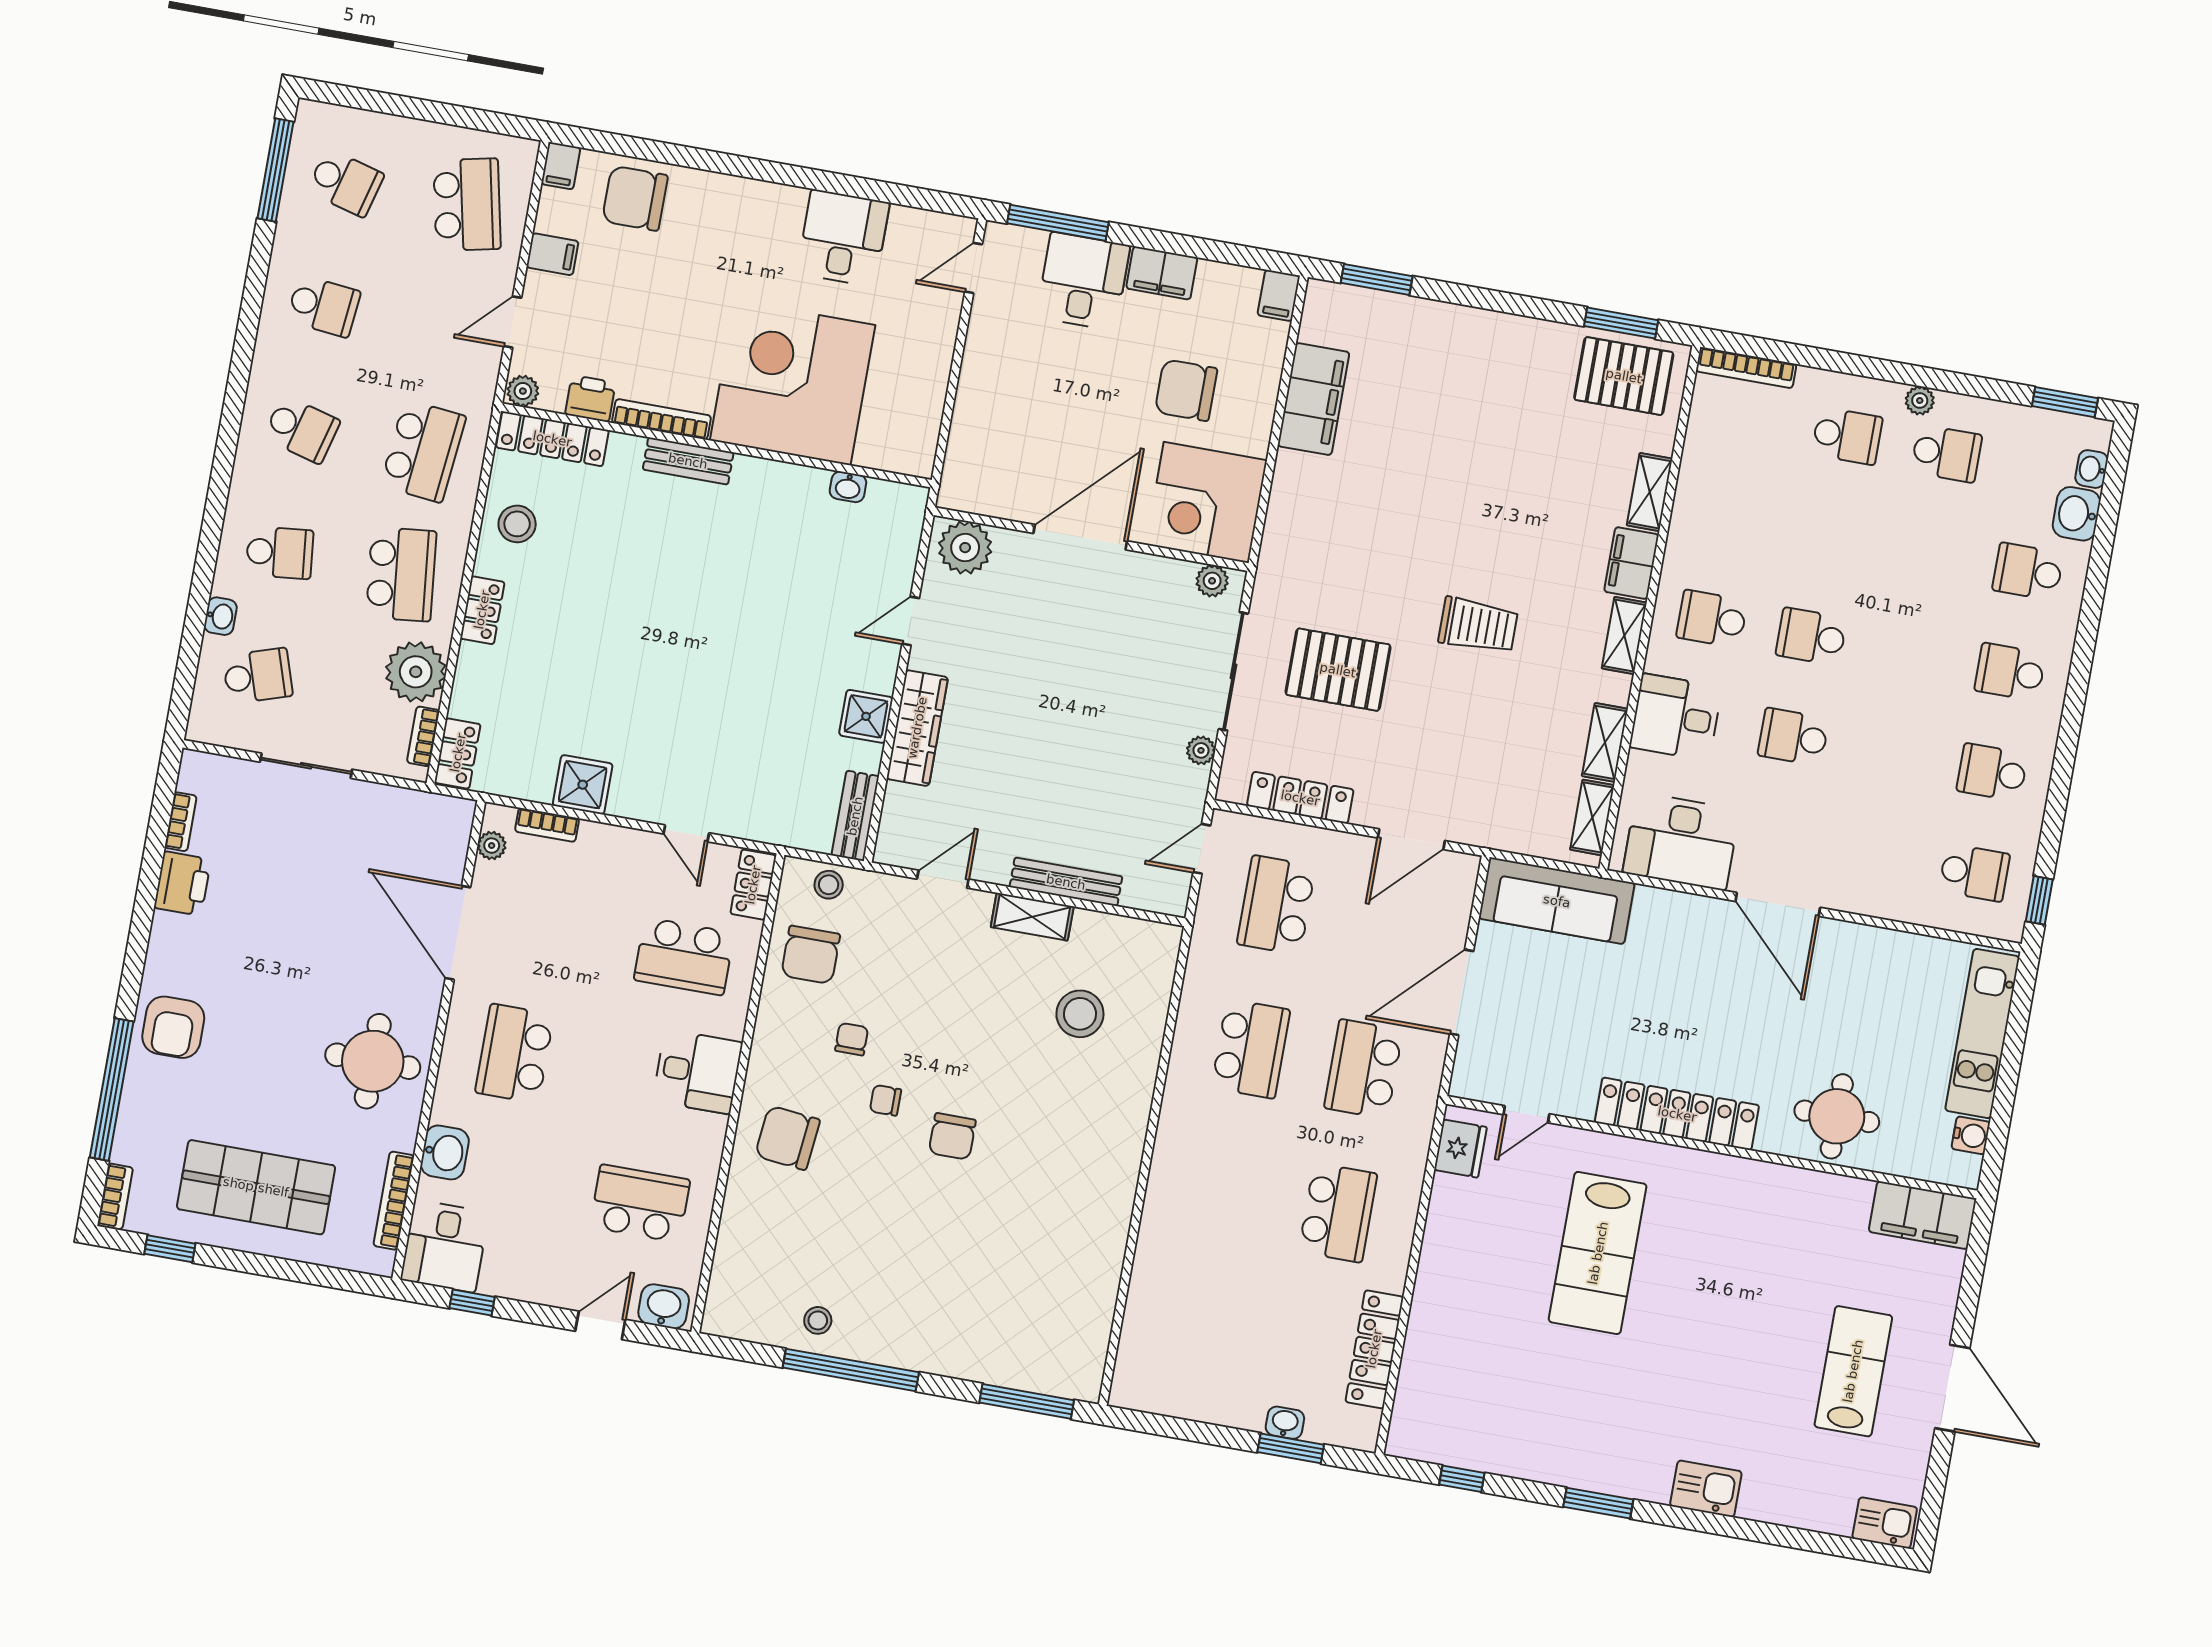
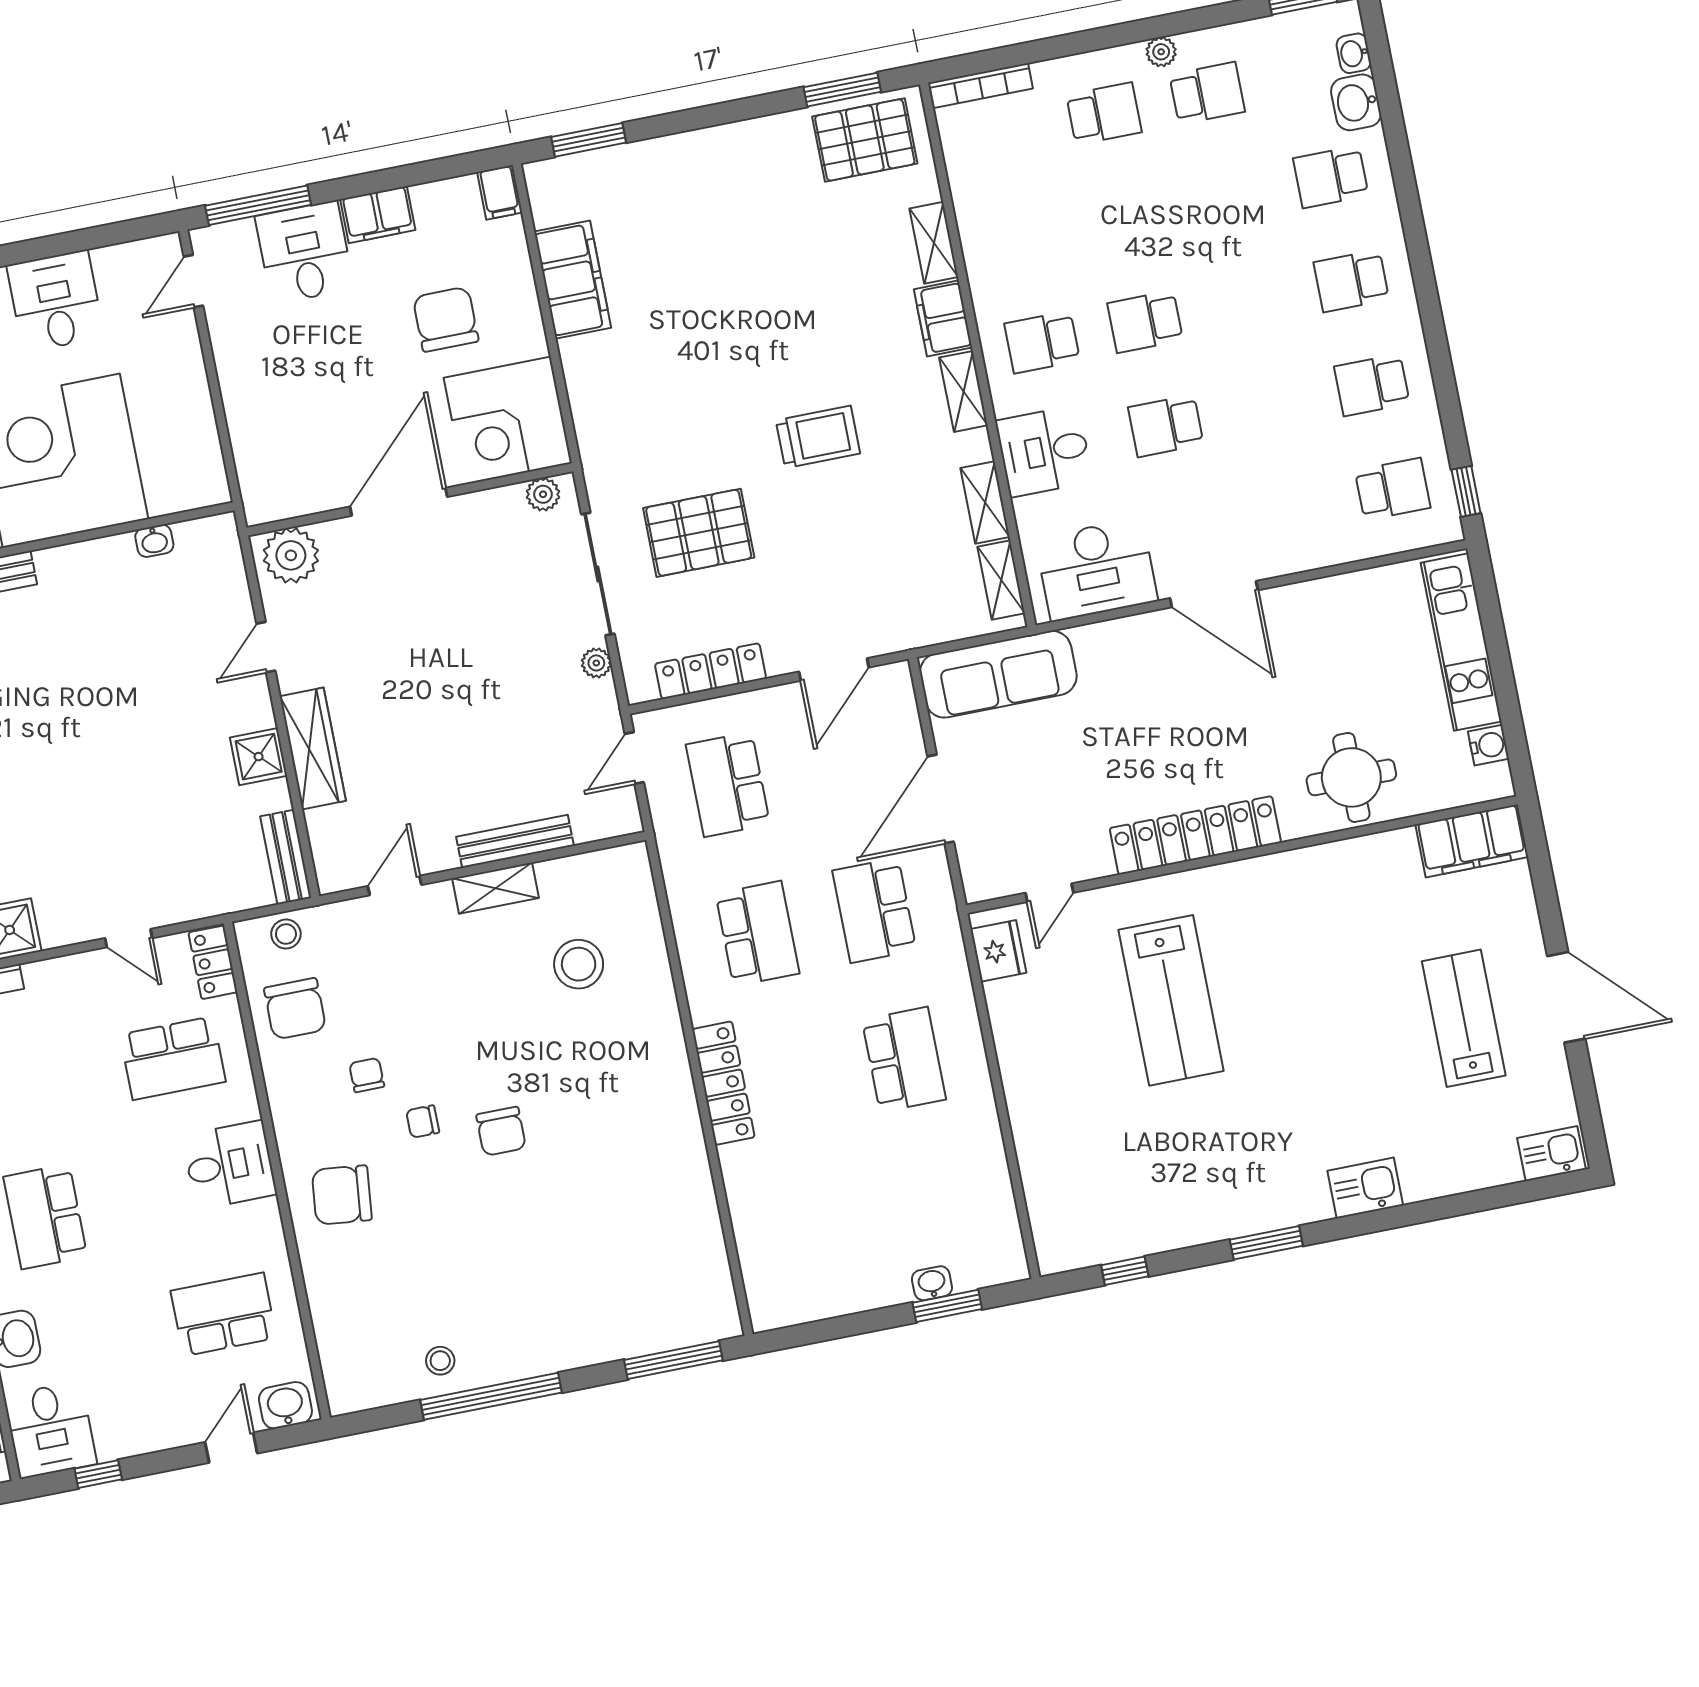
chair: (1186, 390) -> (446, 319), turned 90
locker: (1374, 1349) -> (723, 1083), moved, turned 180

